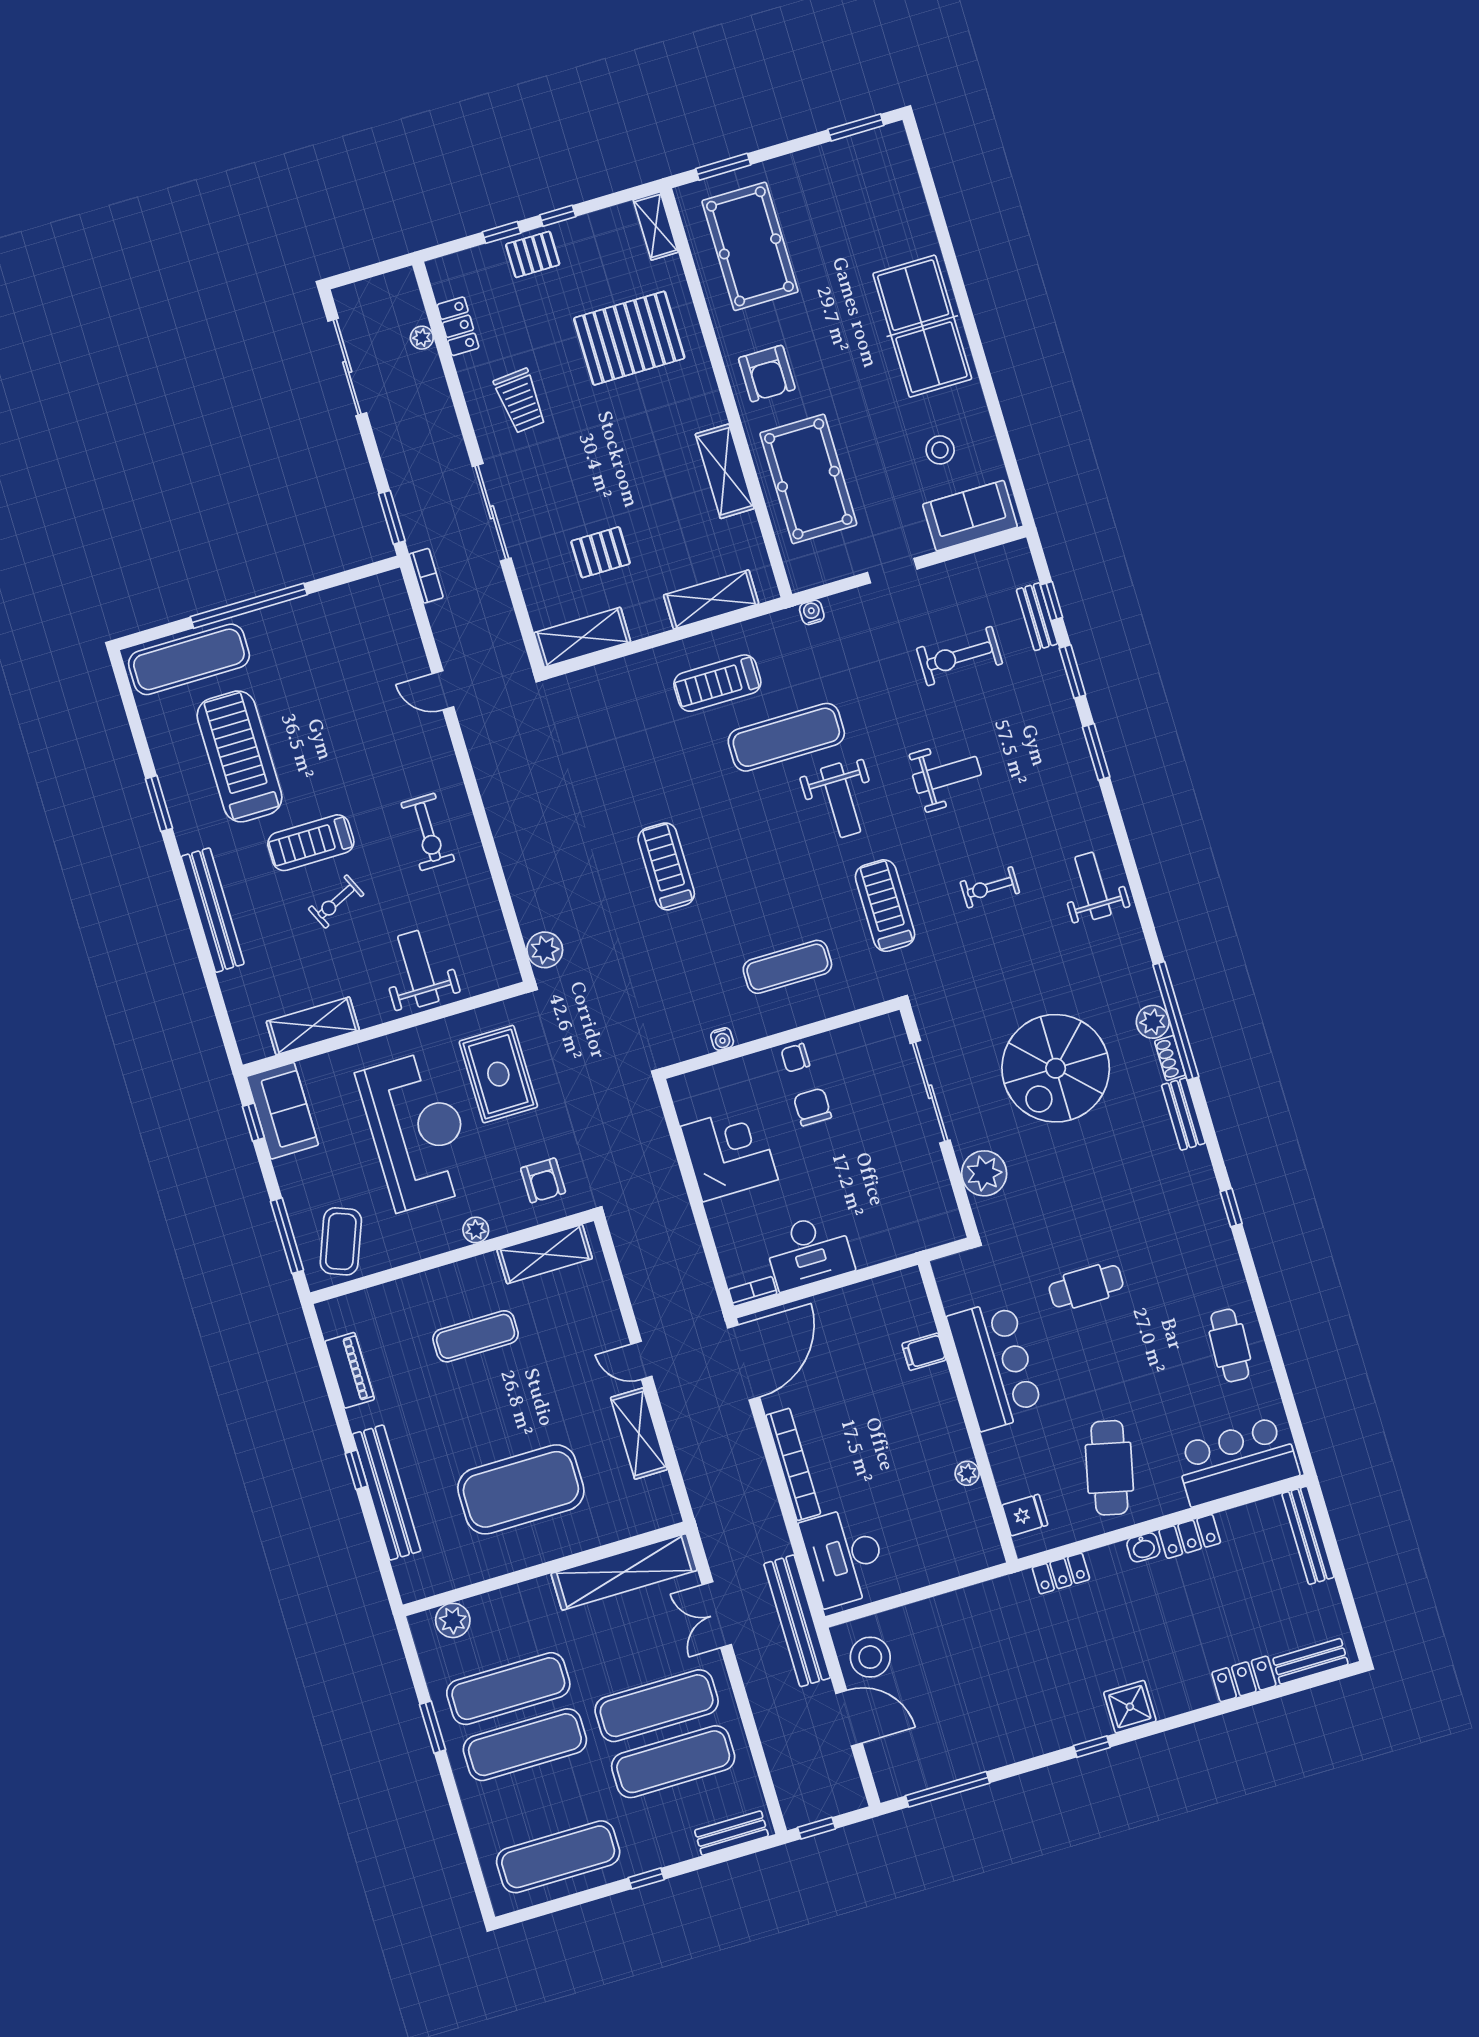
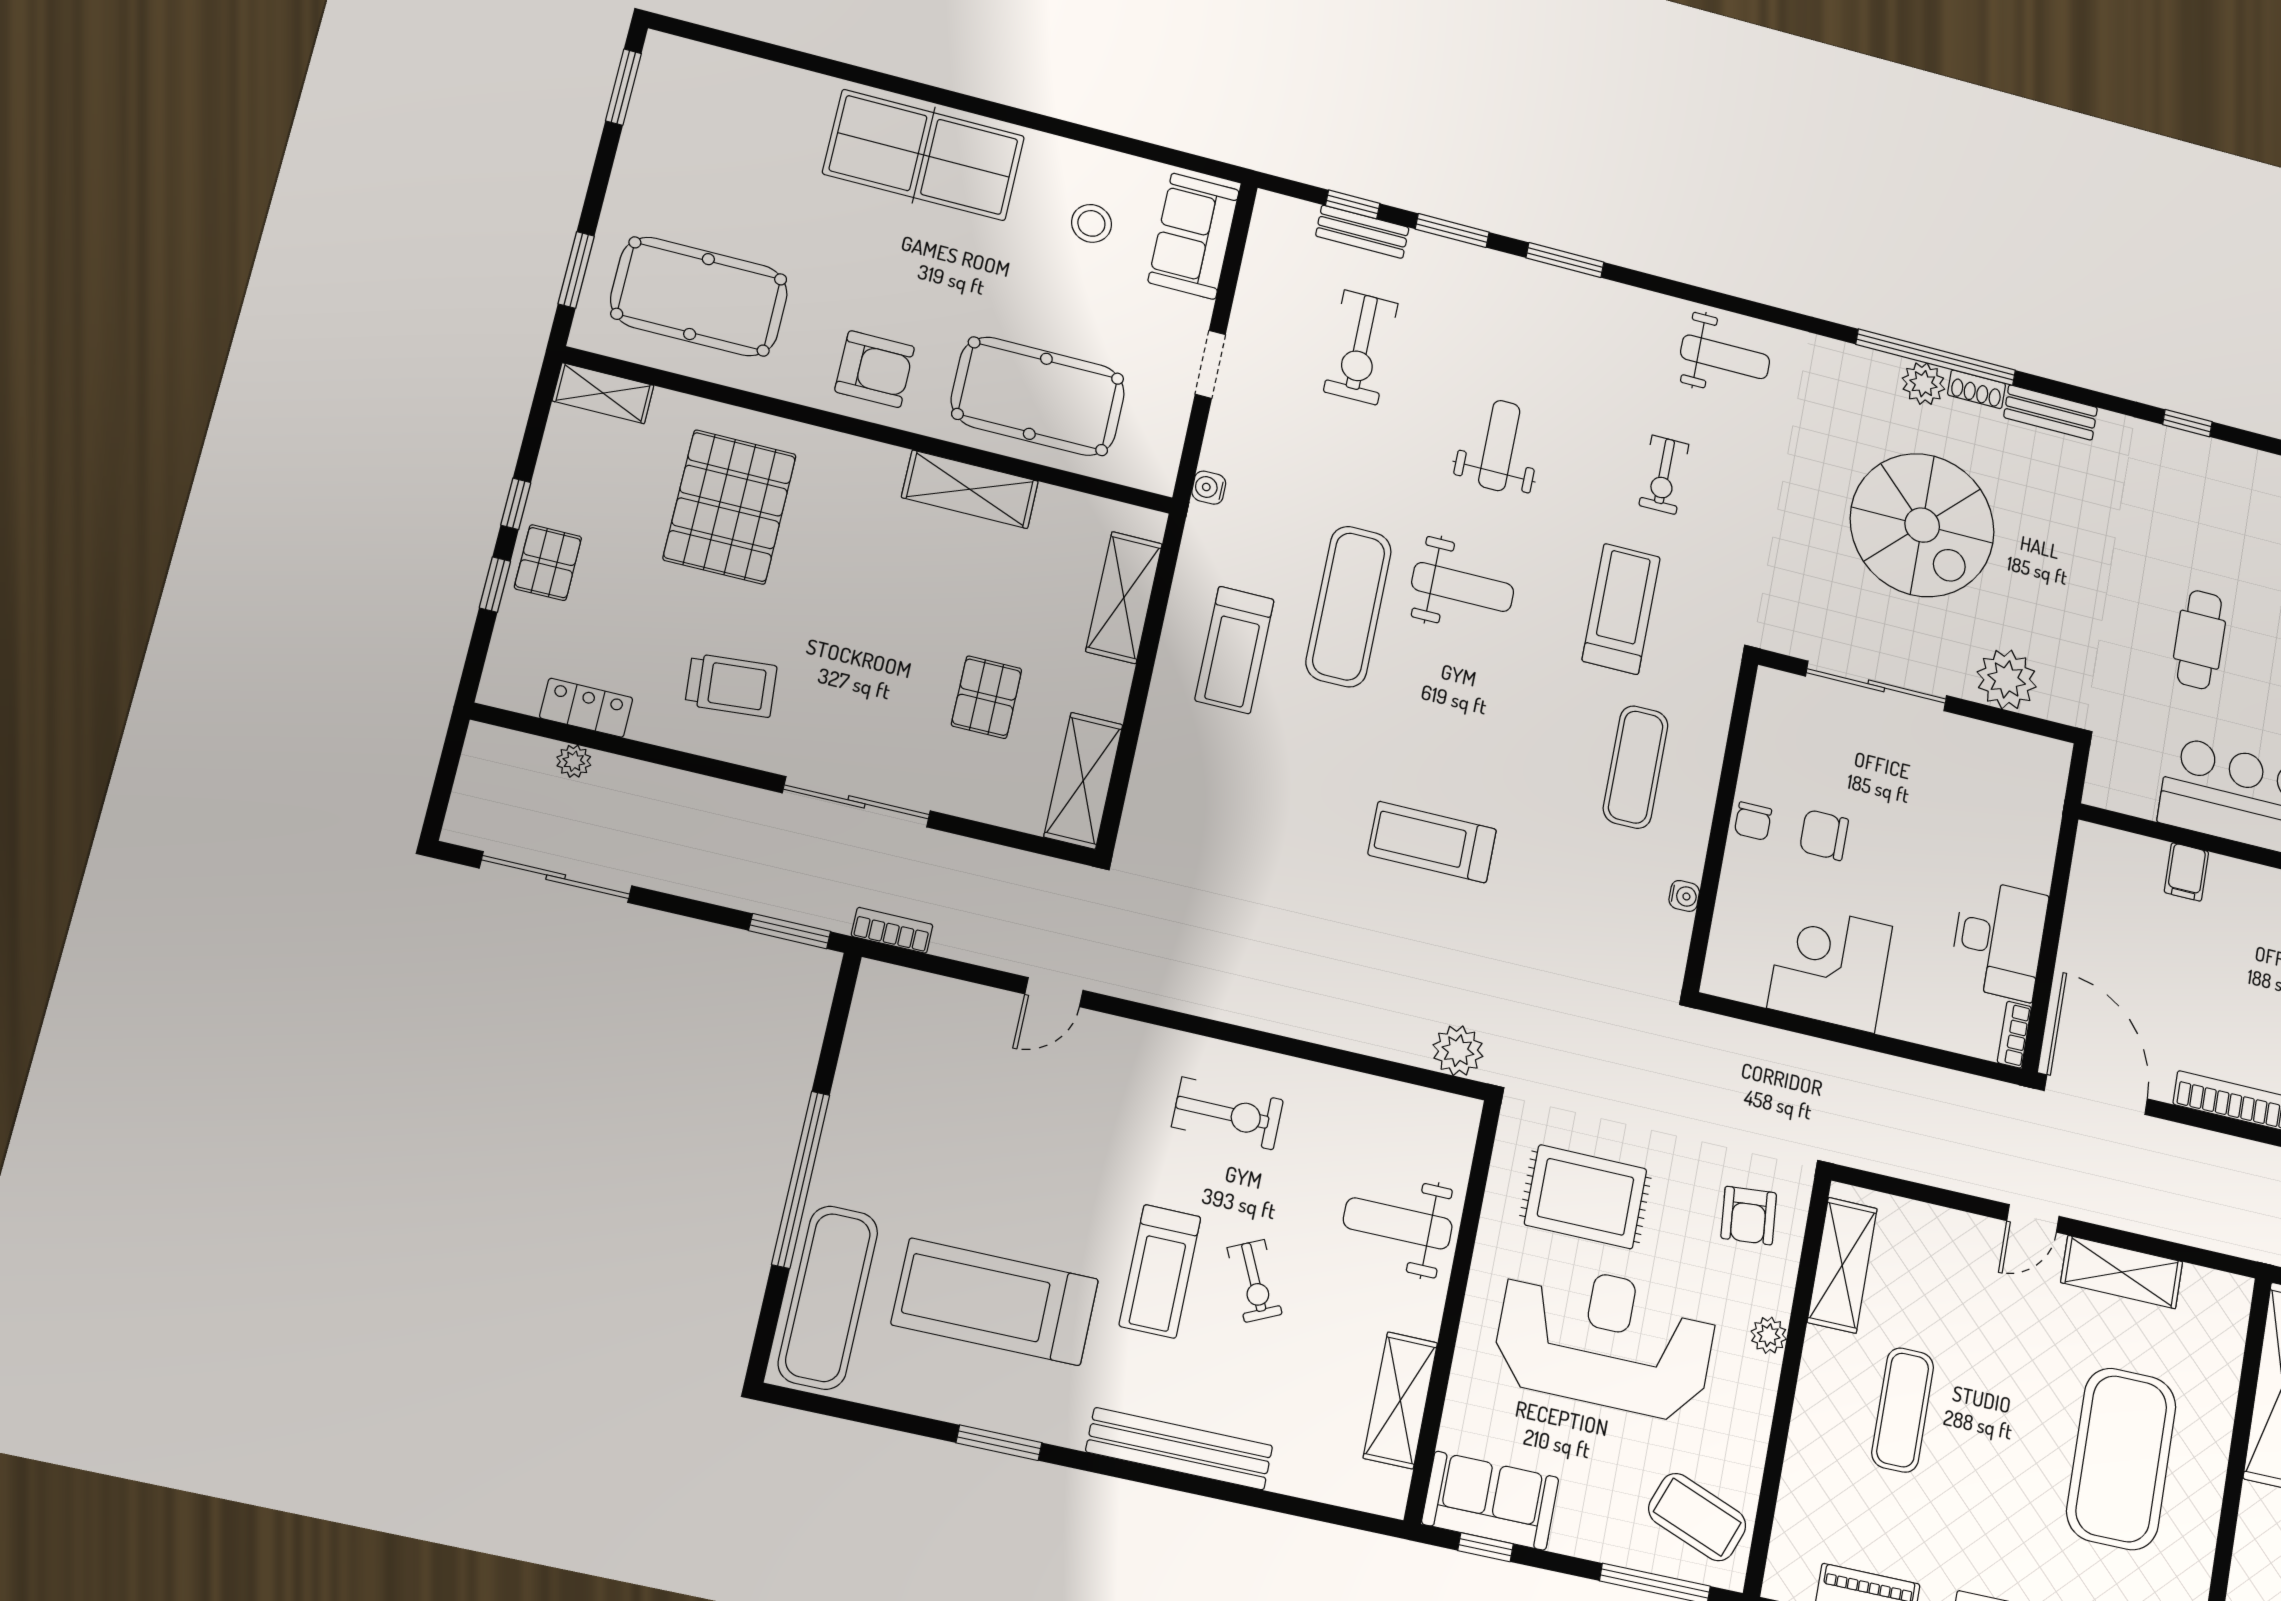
weight bench: (1093, 886) -> (1725, 357), turned 180
treadmill: (885, 906) -> (1621, 609), turned 90
armchair: (543, 1180) -> (1749, 1216), turned 85

